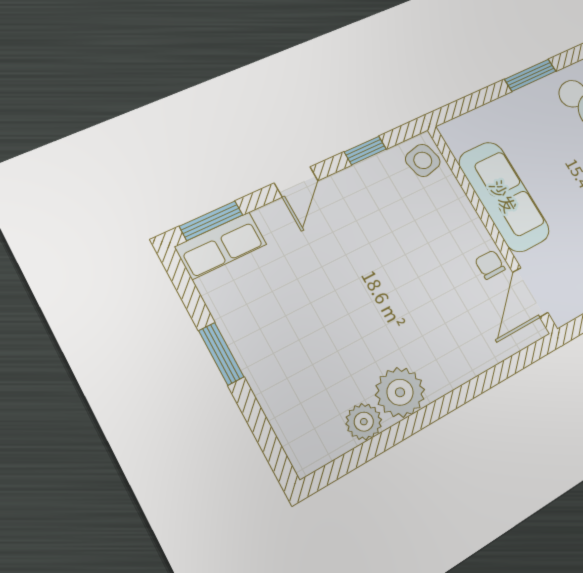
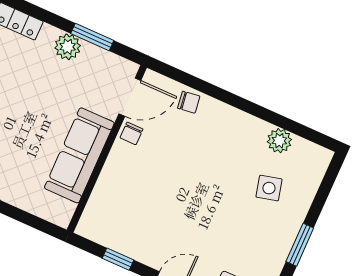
side table: (423, 160) -> (269, 188), moved
chair: (482, 351) -> (189, 102), added
plant: (400, 392) -> (248, 132), removed

